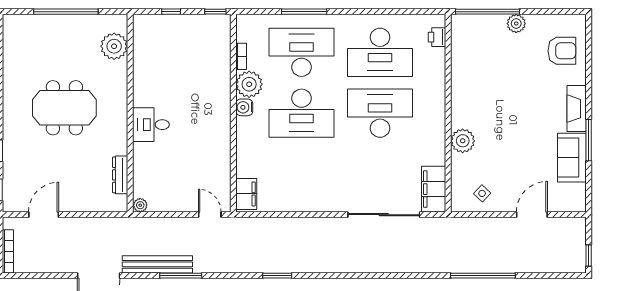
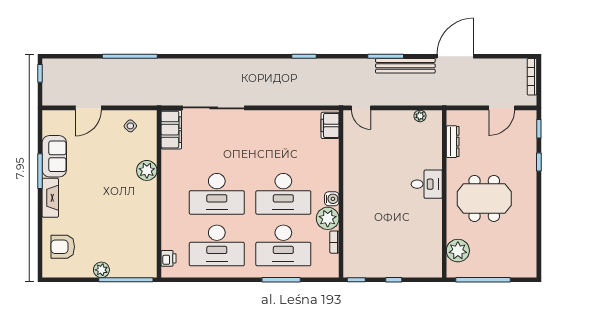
plant: (114, 46) -> (458, 251), moved
desk: (380, 52) -> (217, 245), turned 180
wall: (130, 113) -> (444, 194), moved
desk: (301, 113) -> (283, 194), turned 180
desk: (151, 125) -> (427, 184), moved
dresser: (120, 175) -> (453, 142), moved

